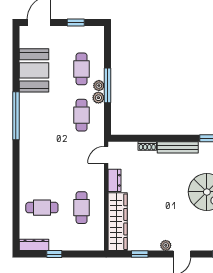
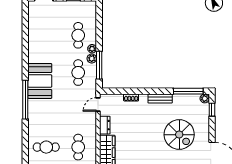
booth: (34, 70) -> (40, 81), moved
window: (108, 85) -> (99, 65), moved
window: (16, 116) -> (25, 100), moved
bench: (178, 147) -> (160, 99), width x0.73

